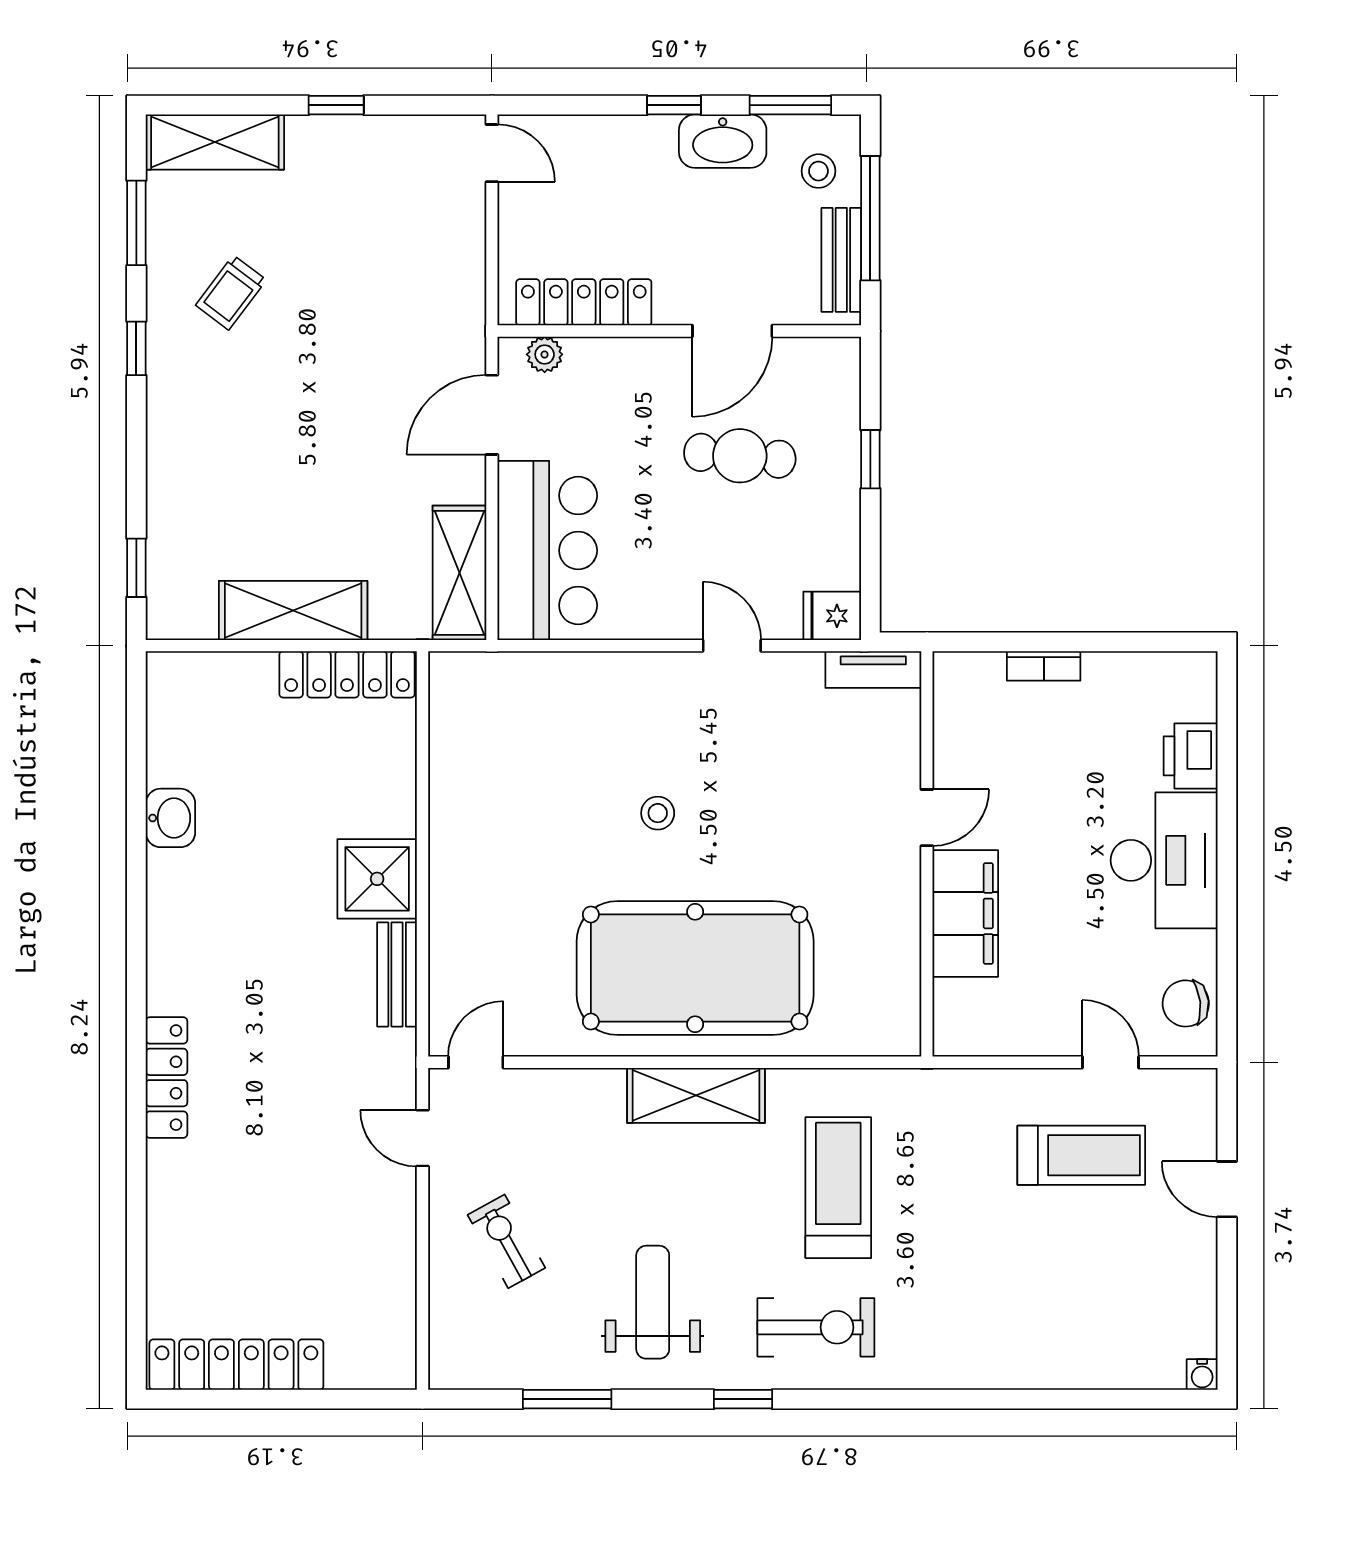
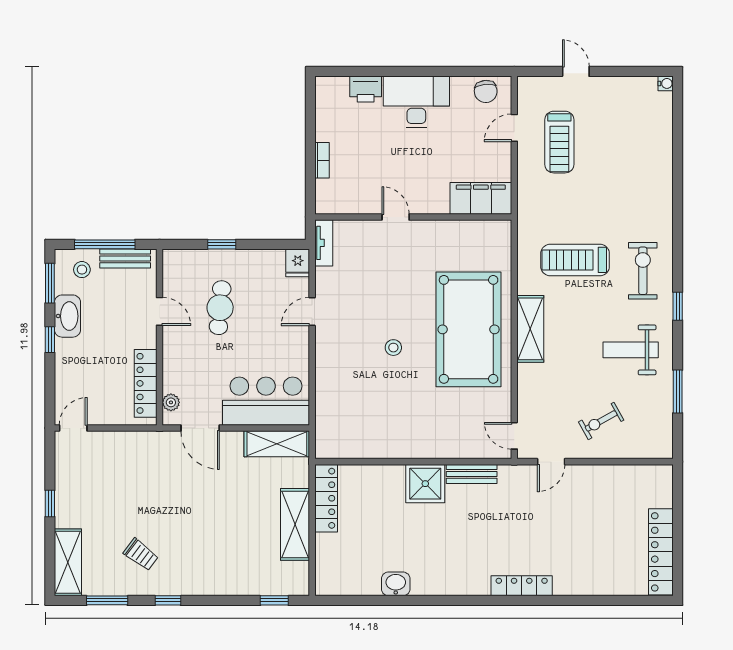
door: (732, 331) -> (160, 311), width x0.73
filing cabinet: (965, 913) -> (481, 198), moved
treadmill: (1081, 1155) -> (559, 142), turned 180
door: (1227, 1189) -> (576, 71), swing flipped

